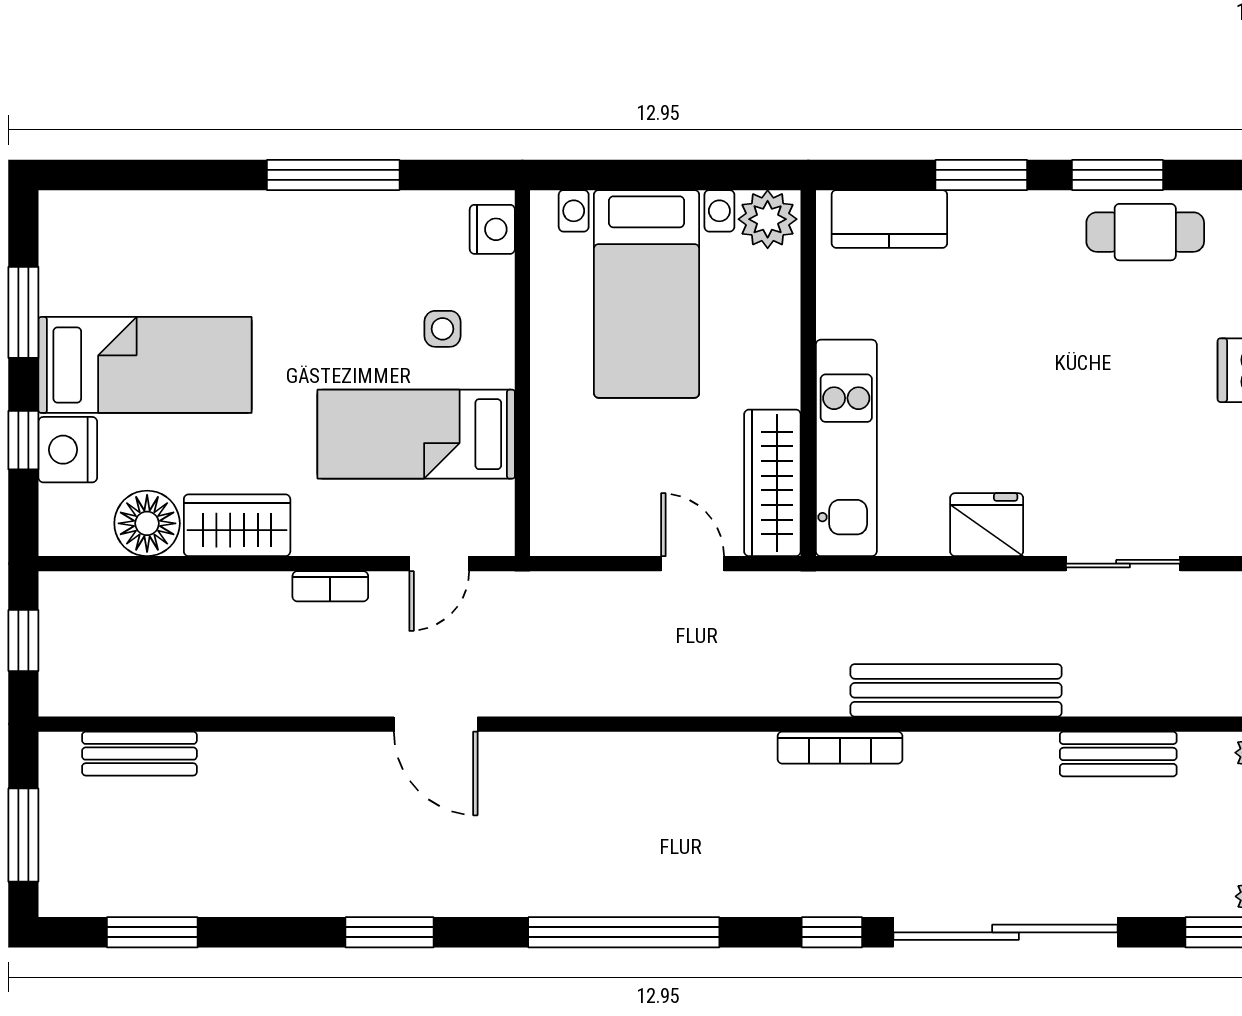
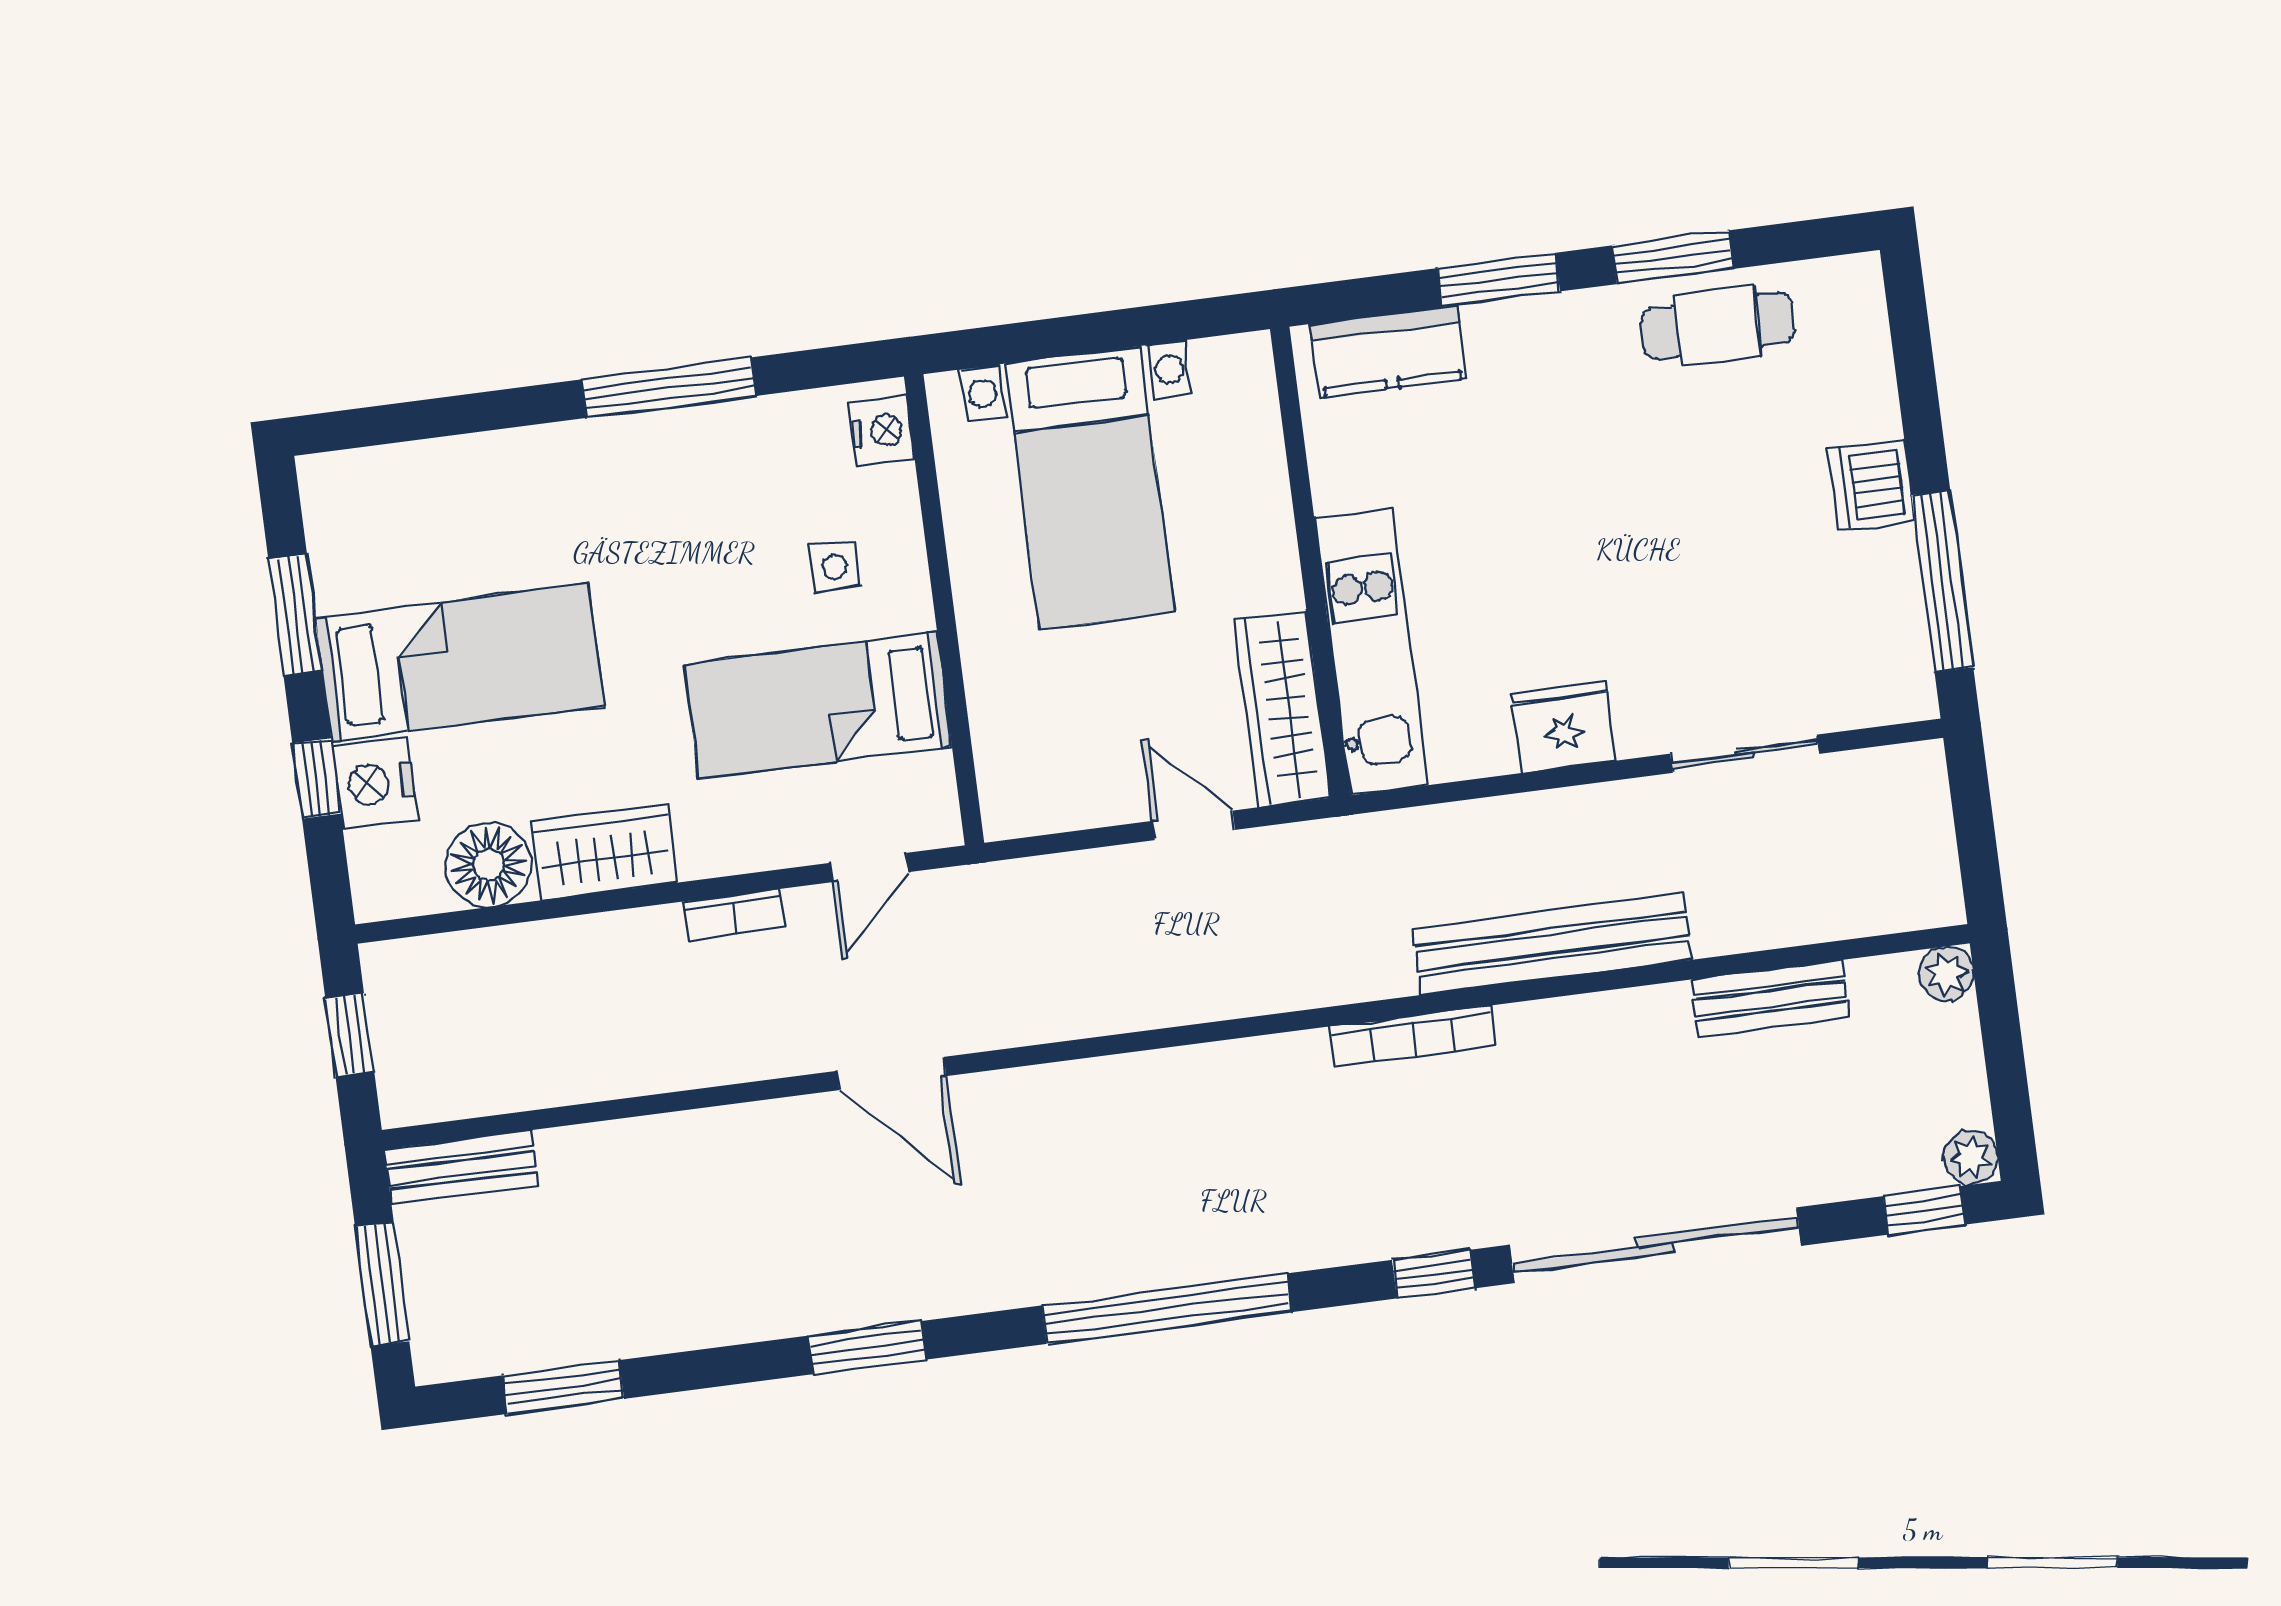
plant: (768, 219) -> (1232, 372), removed
bench: (139, 754) -> (461, 1168), moved

